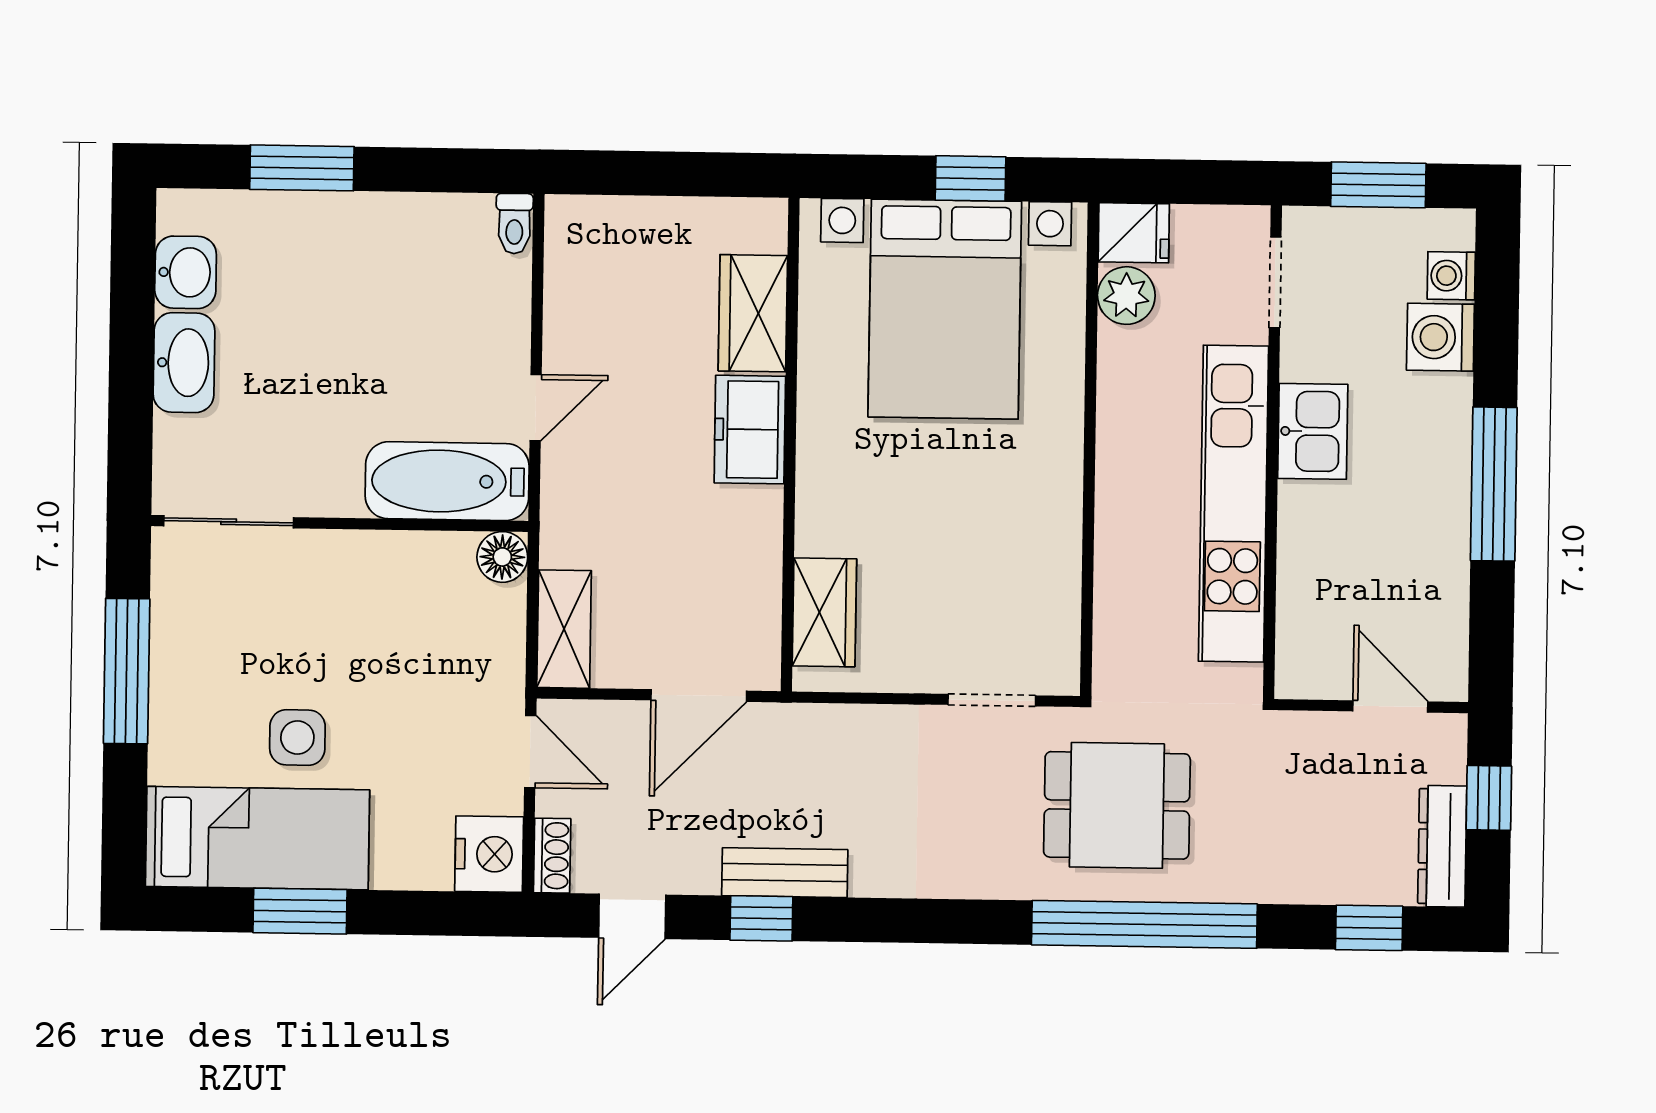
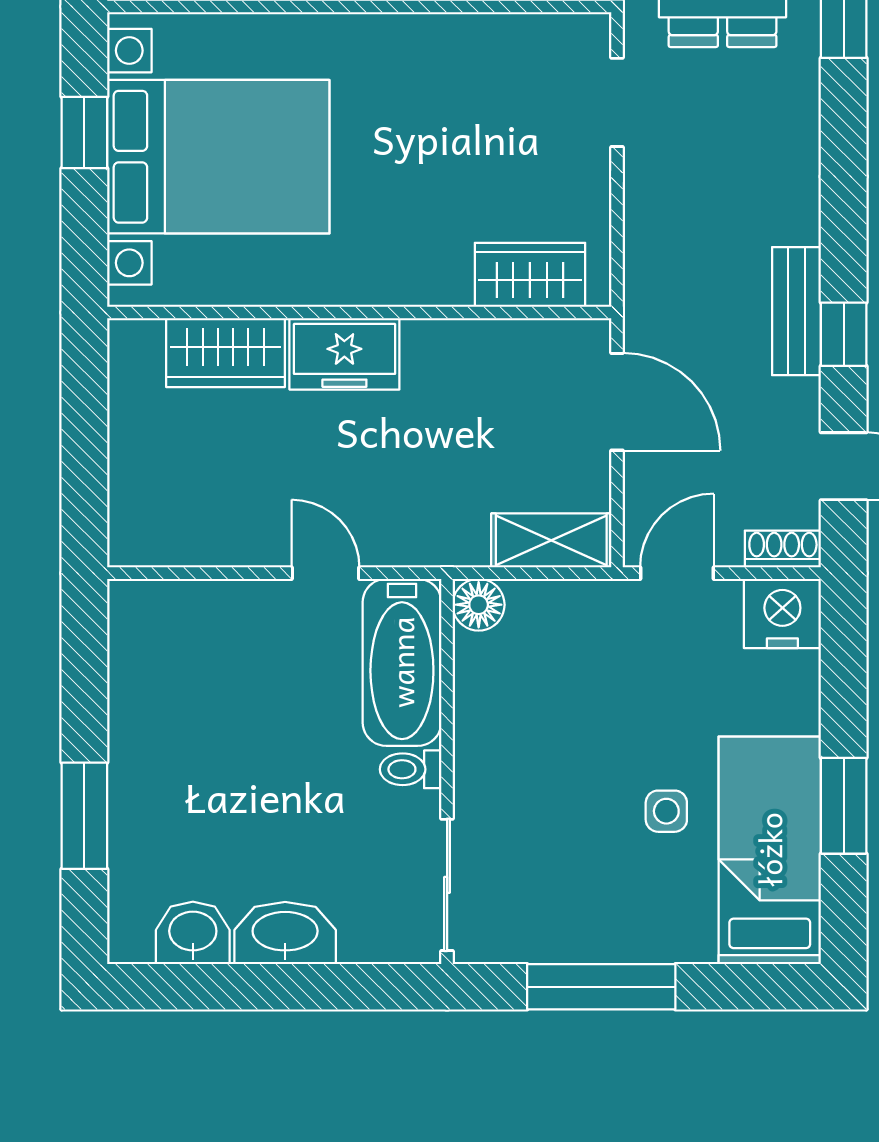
toilet: (514, 224) -> (411, 769), moved, turned 180
side table: (297, 738) -> (666, 811), width x0.73, depth x0.73

